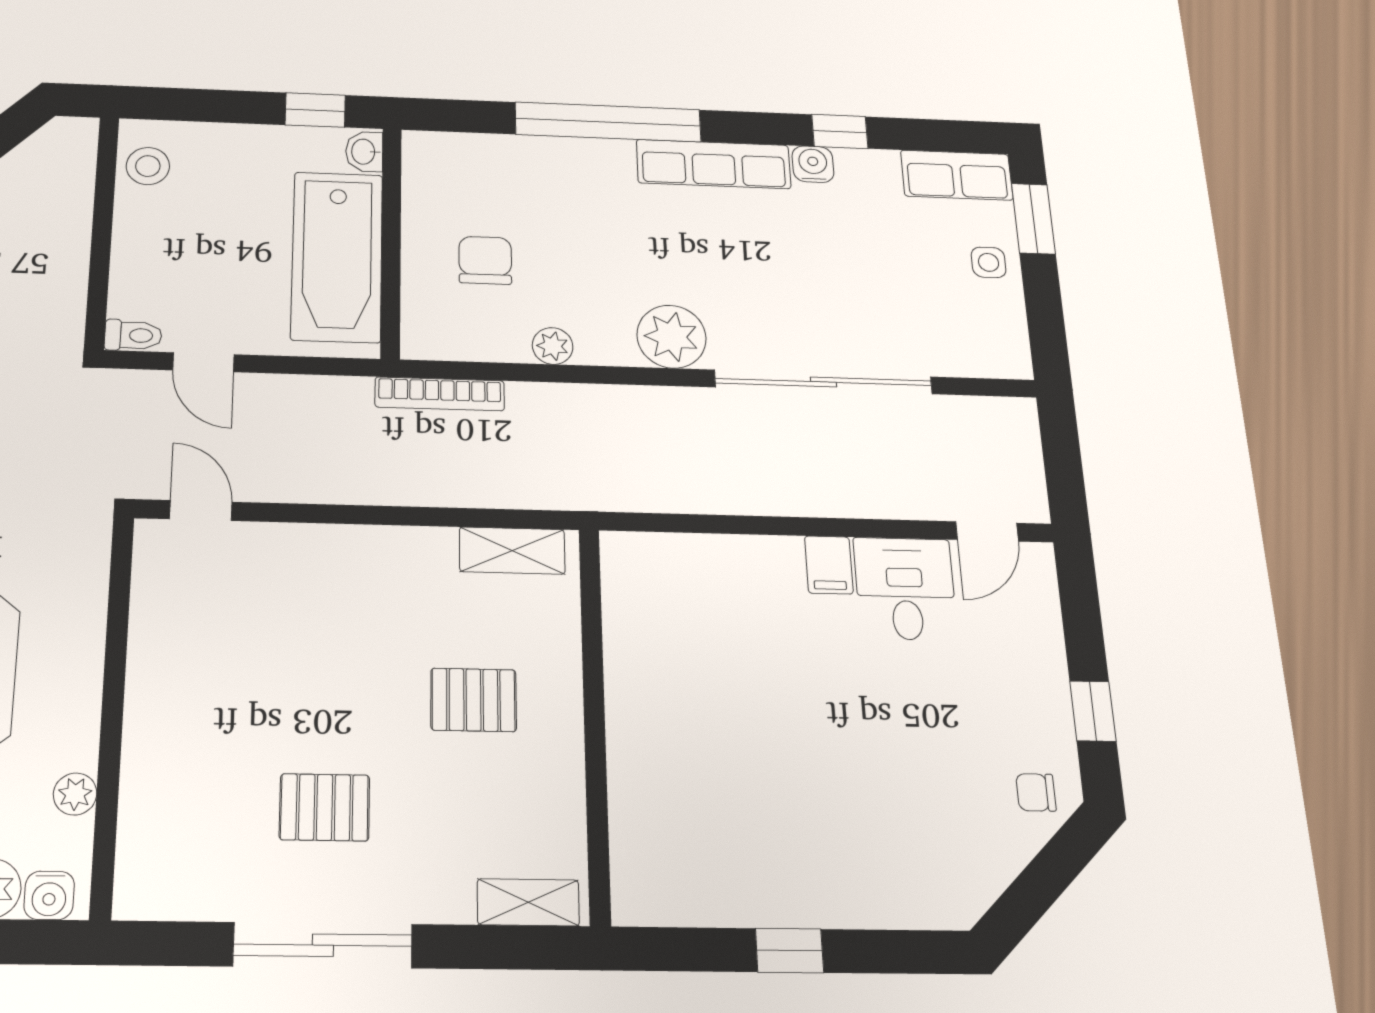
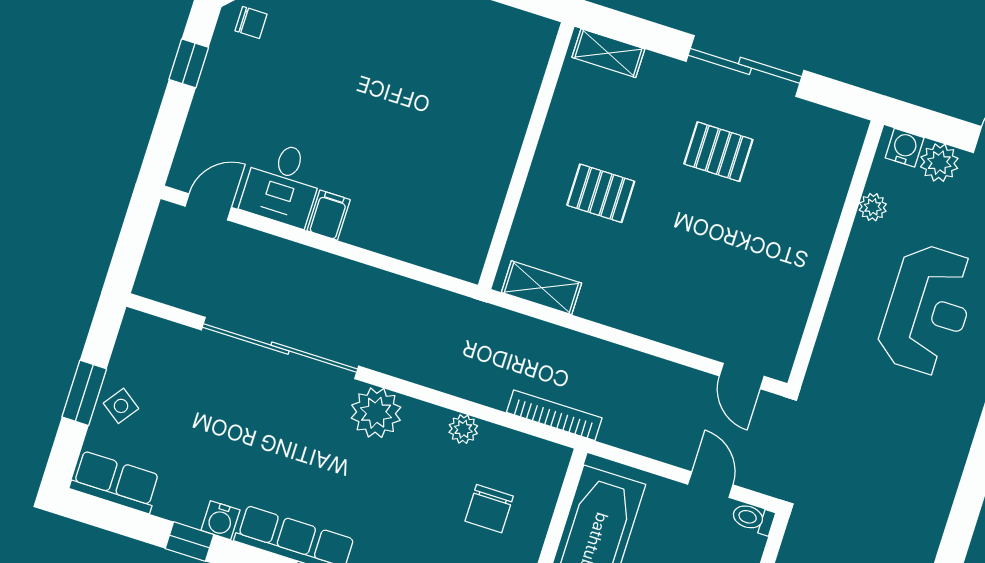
window: (1033, 219) -> (84, 393), moved
side table: (989, 262) -> (121, 406), turned 36

